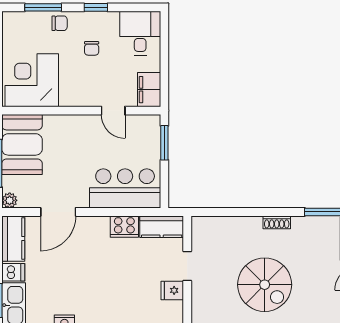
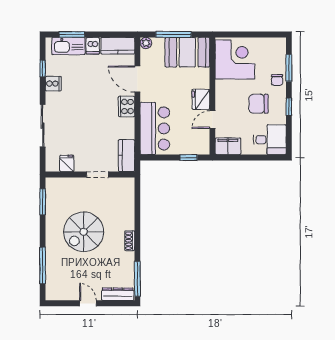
chair: (92, 48) -> (258, 104), width x1.87, depth x1.87
fridge: (86, 126) -> (201, 99), added
window: (164, 143) -> (189, 158), width x0.67
cooker: (124, 227) -> (127, 106), moved
fridge: (172, 290) -> (67, 163), moved

